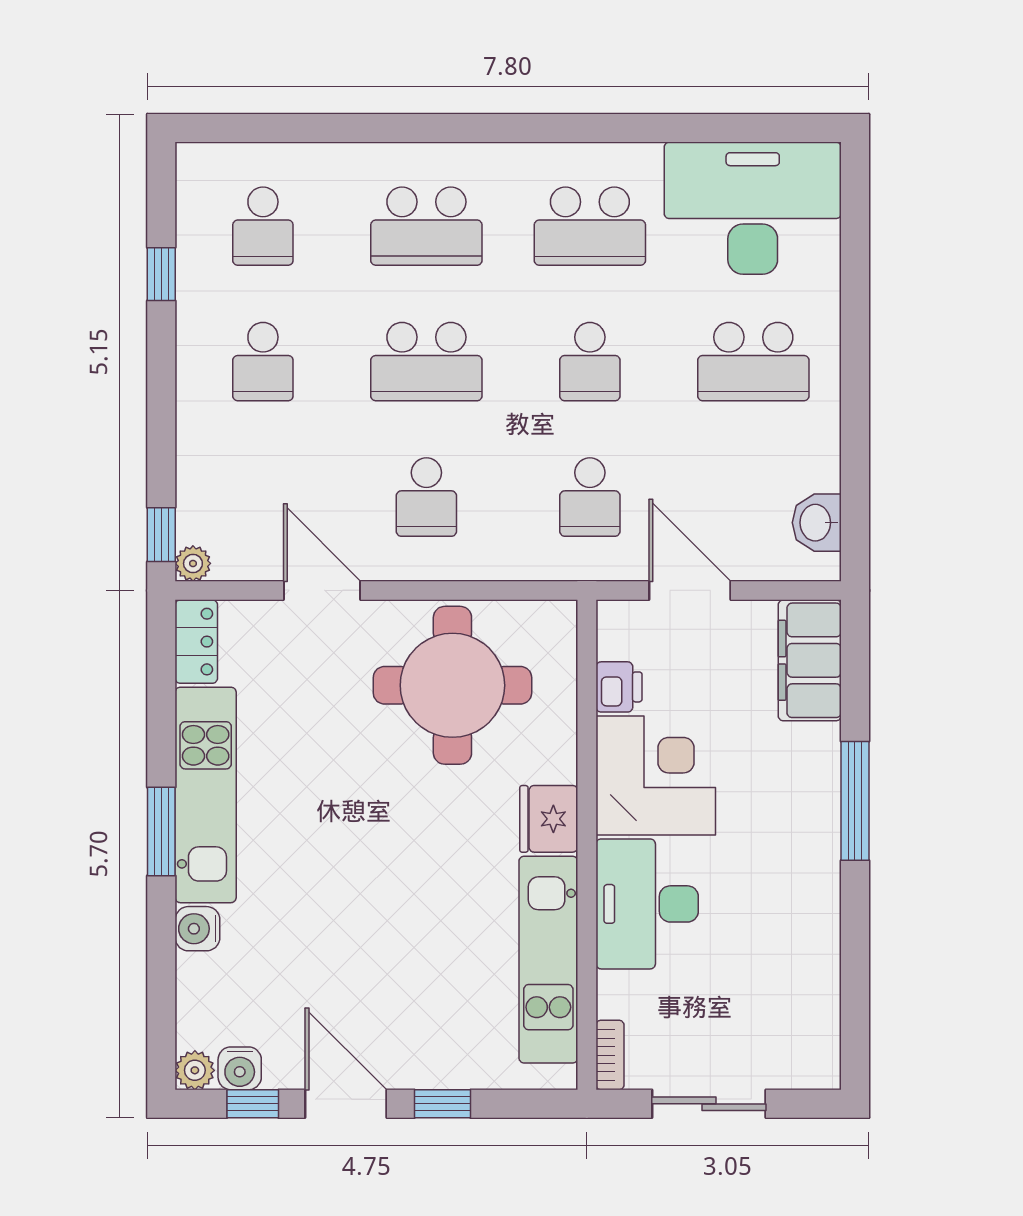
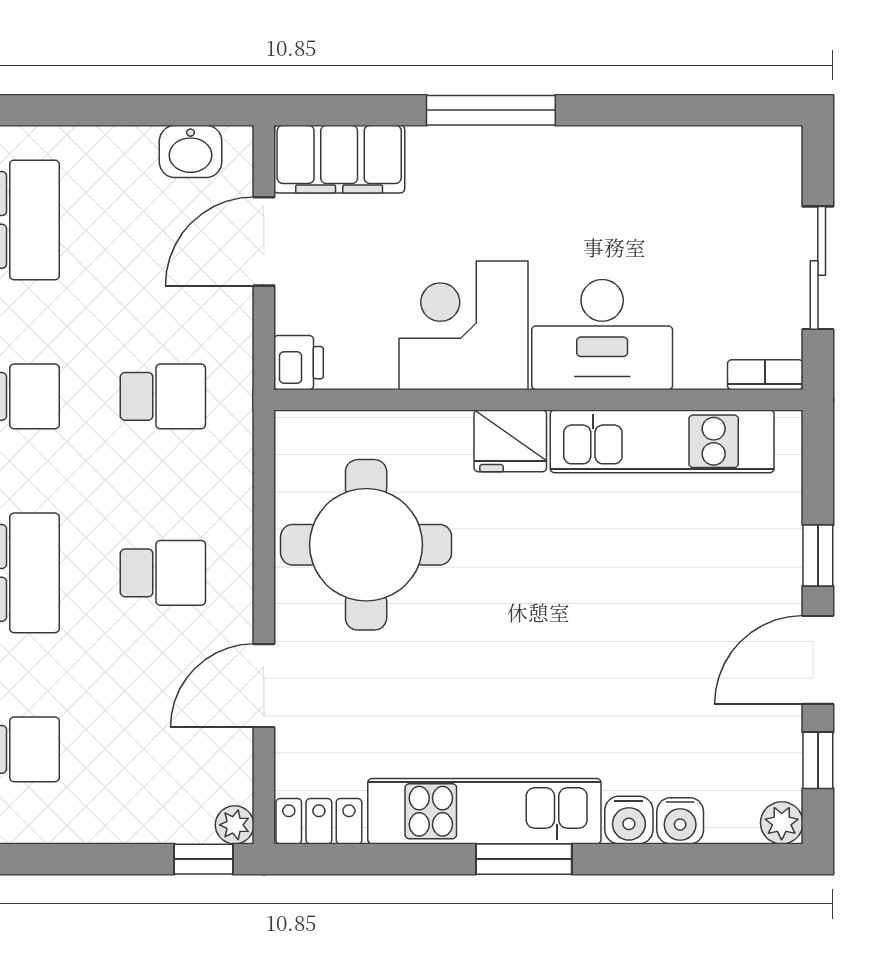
door: (690, 590) -> (264, 241), moved
printer: (619, 687) -> (298, 363), moved, turned 90
water cooler: (240, 1068) -> (680, 821), moved, turned 90

